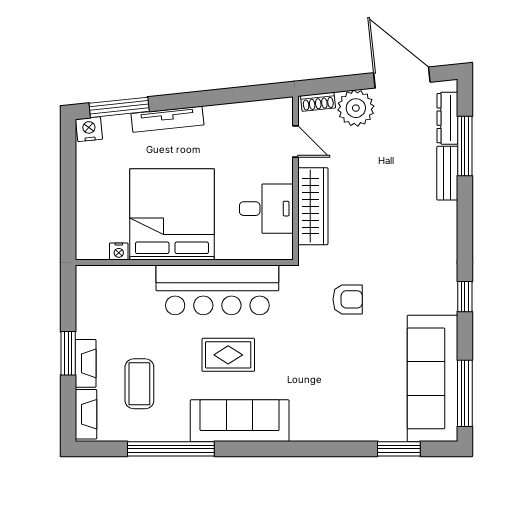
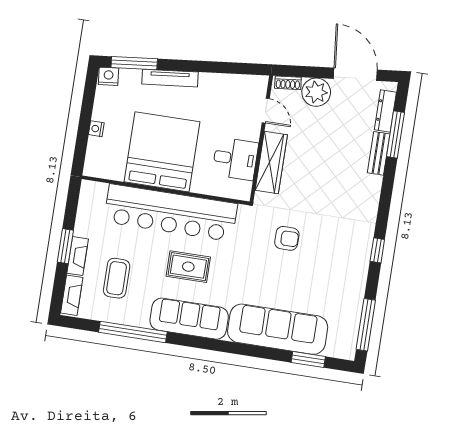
nightstand: (119, 251) -> (96, 129), moved, turned 90
bar counter: (217, 290) -> (171, 213), width x1.36
sofa: (432, 378) -> (278, 329), moved, turned 90

